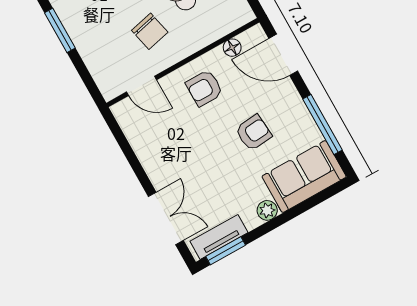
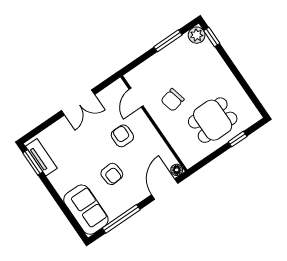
floor lamp: (232, 48) -> (177, 170), moved
armchair: (204, 88) -> (122, 136), moved
plant: (267, 210) -> (62, 187), removed
double door: (166, 218) -> (78, 102), moved

